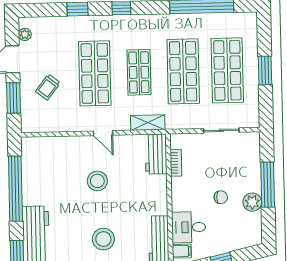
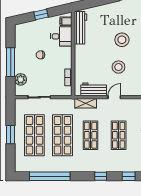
shop shelf: (95, 73) -> (119, 135), width x0.70, depth x0.74
door: (103, 133) -> (114, 97), hinge flipped
workbench: (156, 154) -> (94, 89), moved, turned -90
plant: (252, 202) -> (21, 79), moved
stool: (103, 239) -> (122, 40), moved

